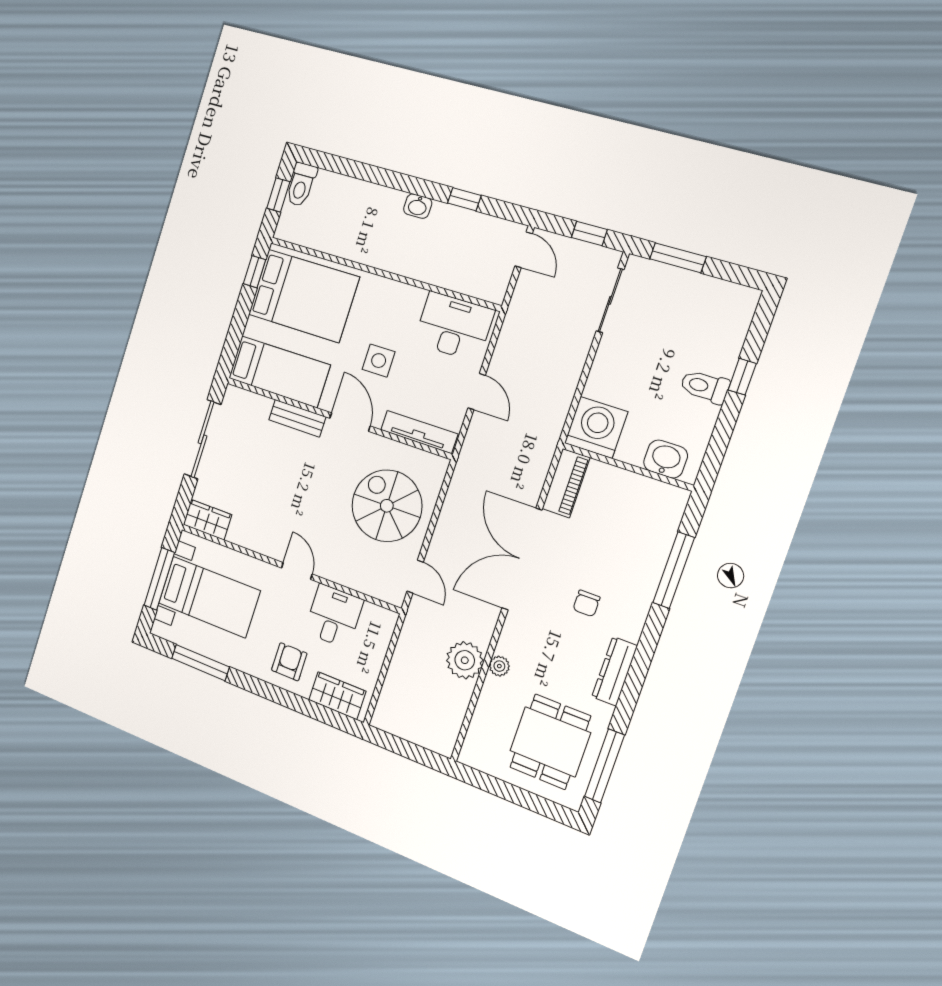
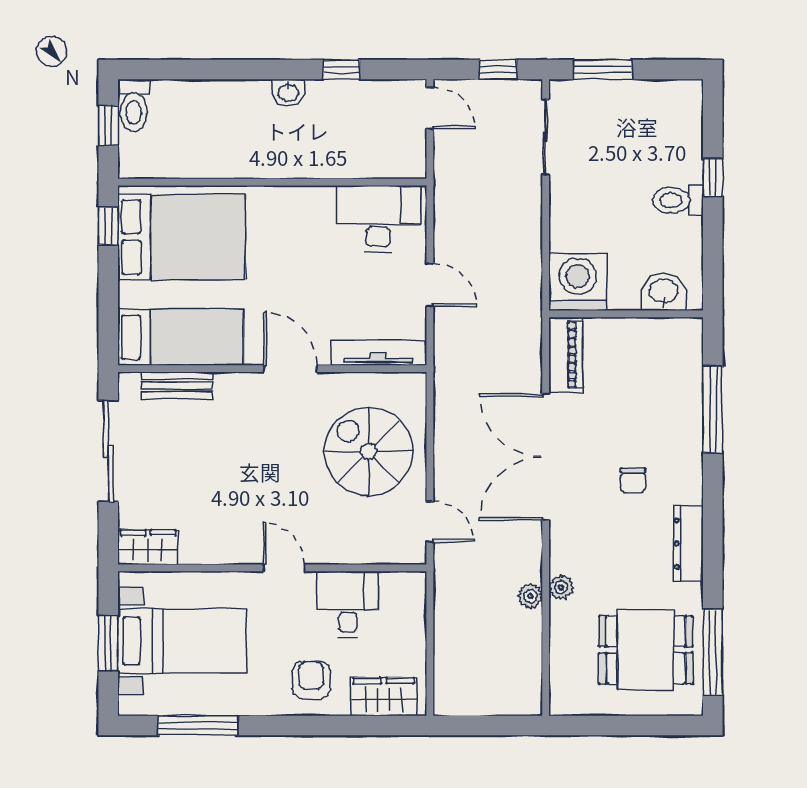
side table: (379, 361) -> (301, 285), removed
bench: (297, 418) -> (177, 385), moved
window: (159, 579) -> (108, 643), width x0.69
plant: (465, 660) -> (530, 596), width x0.53, depth x0.53
dining table: (550, 742) -> (646, 650), turned 90

